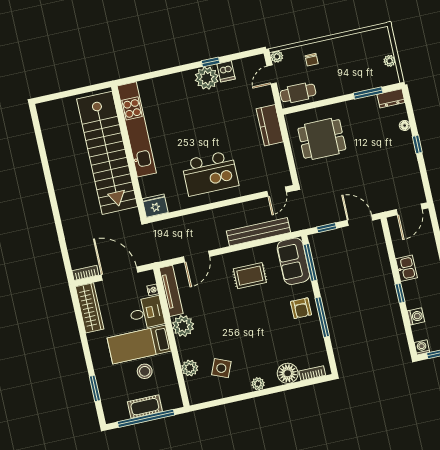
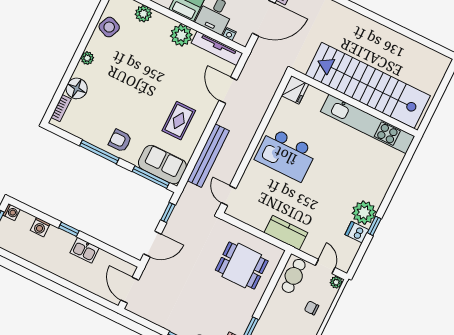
dining table: (322, 139) -> (242, 266), turned 90
kitchen island: (210, 173) -> (286, 154), turned -90
side table: (221, 368) -> (109, 27), moved

